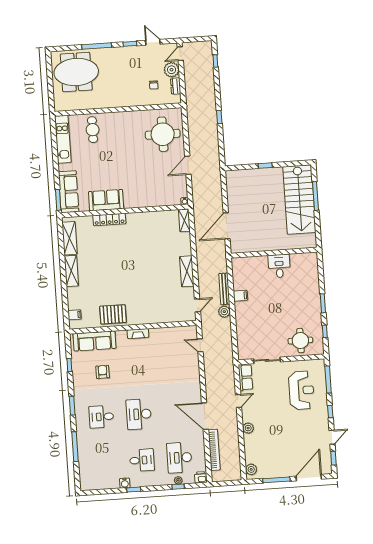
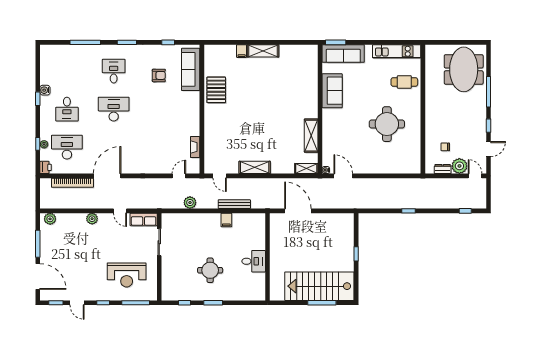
round table: (163, 134) -> (387, 124), moved
door: (188, 165) -> (343, 176), moved
locker: (109, 219) -> (312, 93), removed
shelving: (70, 238) -> (311, 136), moved, turned 90
plant: (224, 312) -> (190, 203), moved
filing cabinet: (75, 315) -> (242, 51), moved
fireplace: (138, 334) -> (195, 147), moved
round table: (300, 341) -> (210, 270), moved

